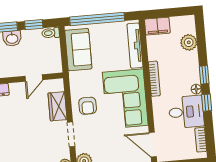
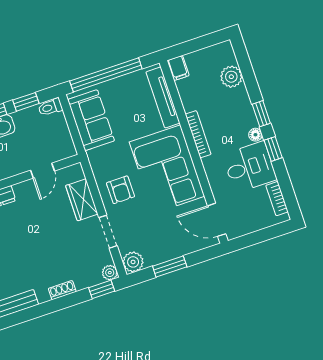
filing cabinet: (157, 26) -> (178, 68), width x0.50

